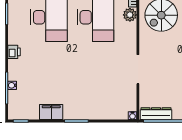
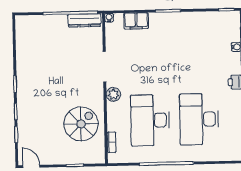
plant: (130, 15) -> (113, 94), moved
filing cabinet: (51, 112) -> (136, 21), moved

